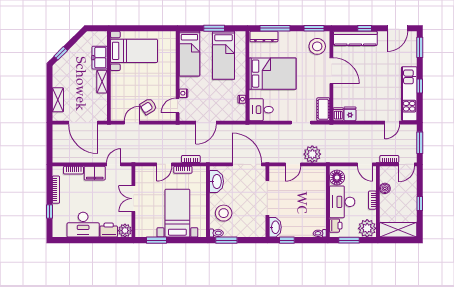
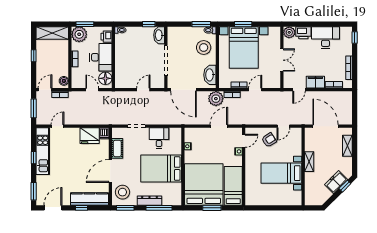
dresser: (264, 37) -> (149, 201), moved
bed with nightstands: (134, 51) -> (281, 173), moved
bed: (224, 55) -> (204, 184), width x2.04
freezer: (100, 58) -> (336, 182), moved, turned -135
door: (331, 71) -> (110, 171), hinge flipped
cot: (323, 109) -> (117, 148), moved
desk: (261, 110) -> (159, 138), moved, turned -90
fridge: (350, 114) -> (90, 136), width x1.88, depth x1.34
plant: (312, 154) -> (216, 99), moved
door: (365, 164) -> (92, 90), moved
boiler: (385, 188) -> (64, 81), moved
window: (50, 211) -> (355, 37), moved
bed with nightstands: (177, 213) -> (244, 47), width x1.36
window: (156, 240) -> (243, 24), moved
window: (349, 240) -> (85, 24), moved

